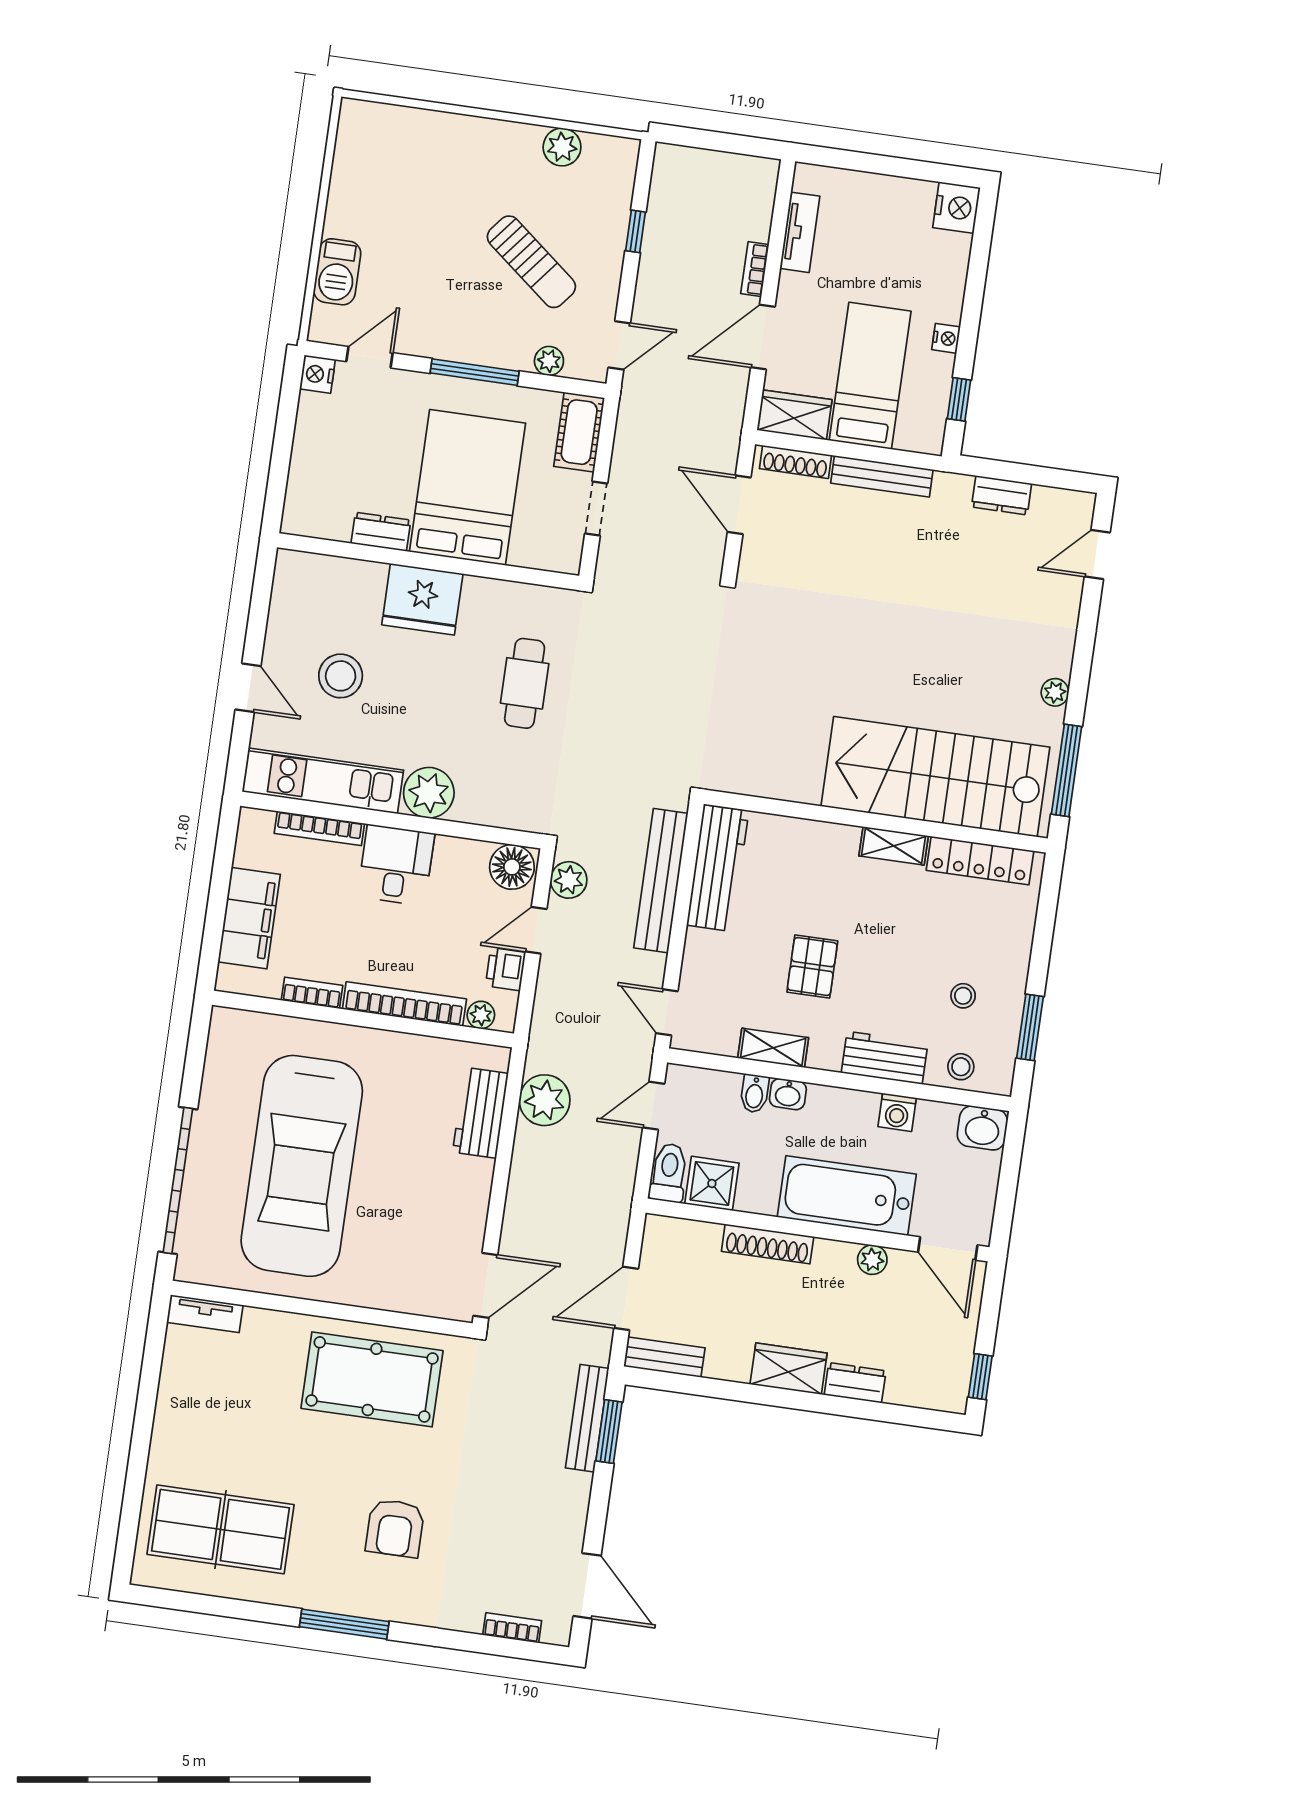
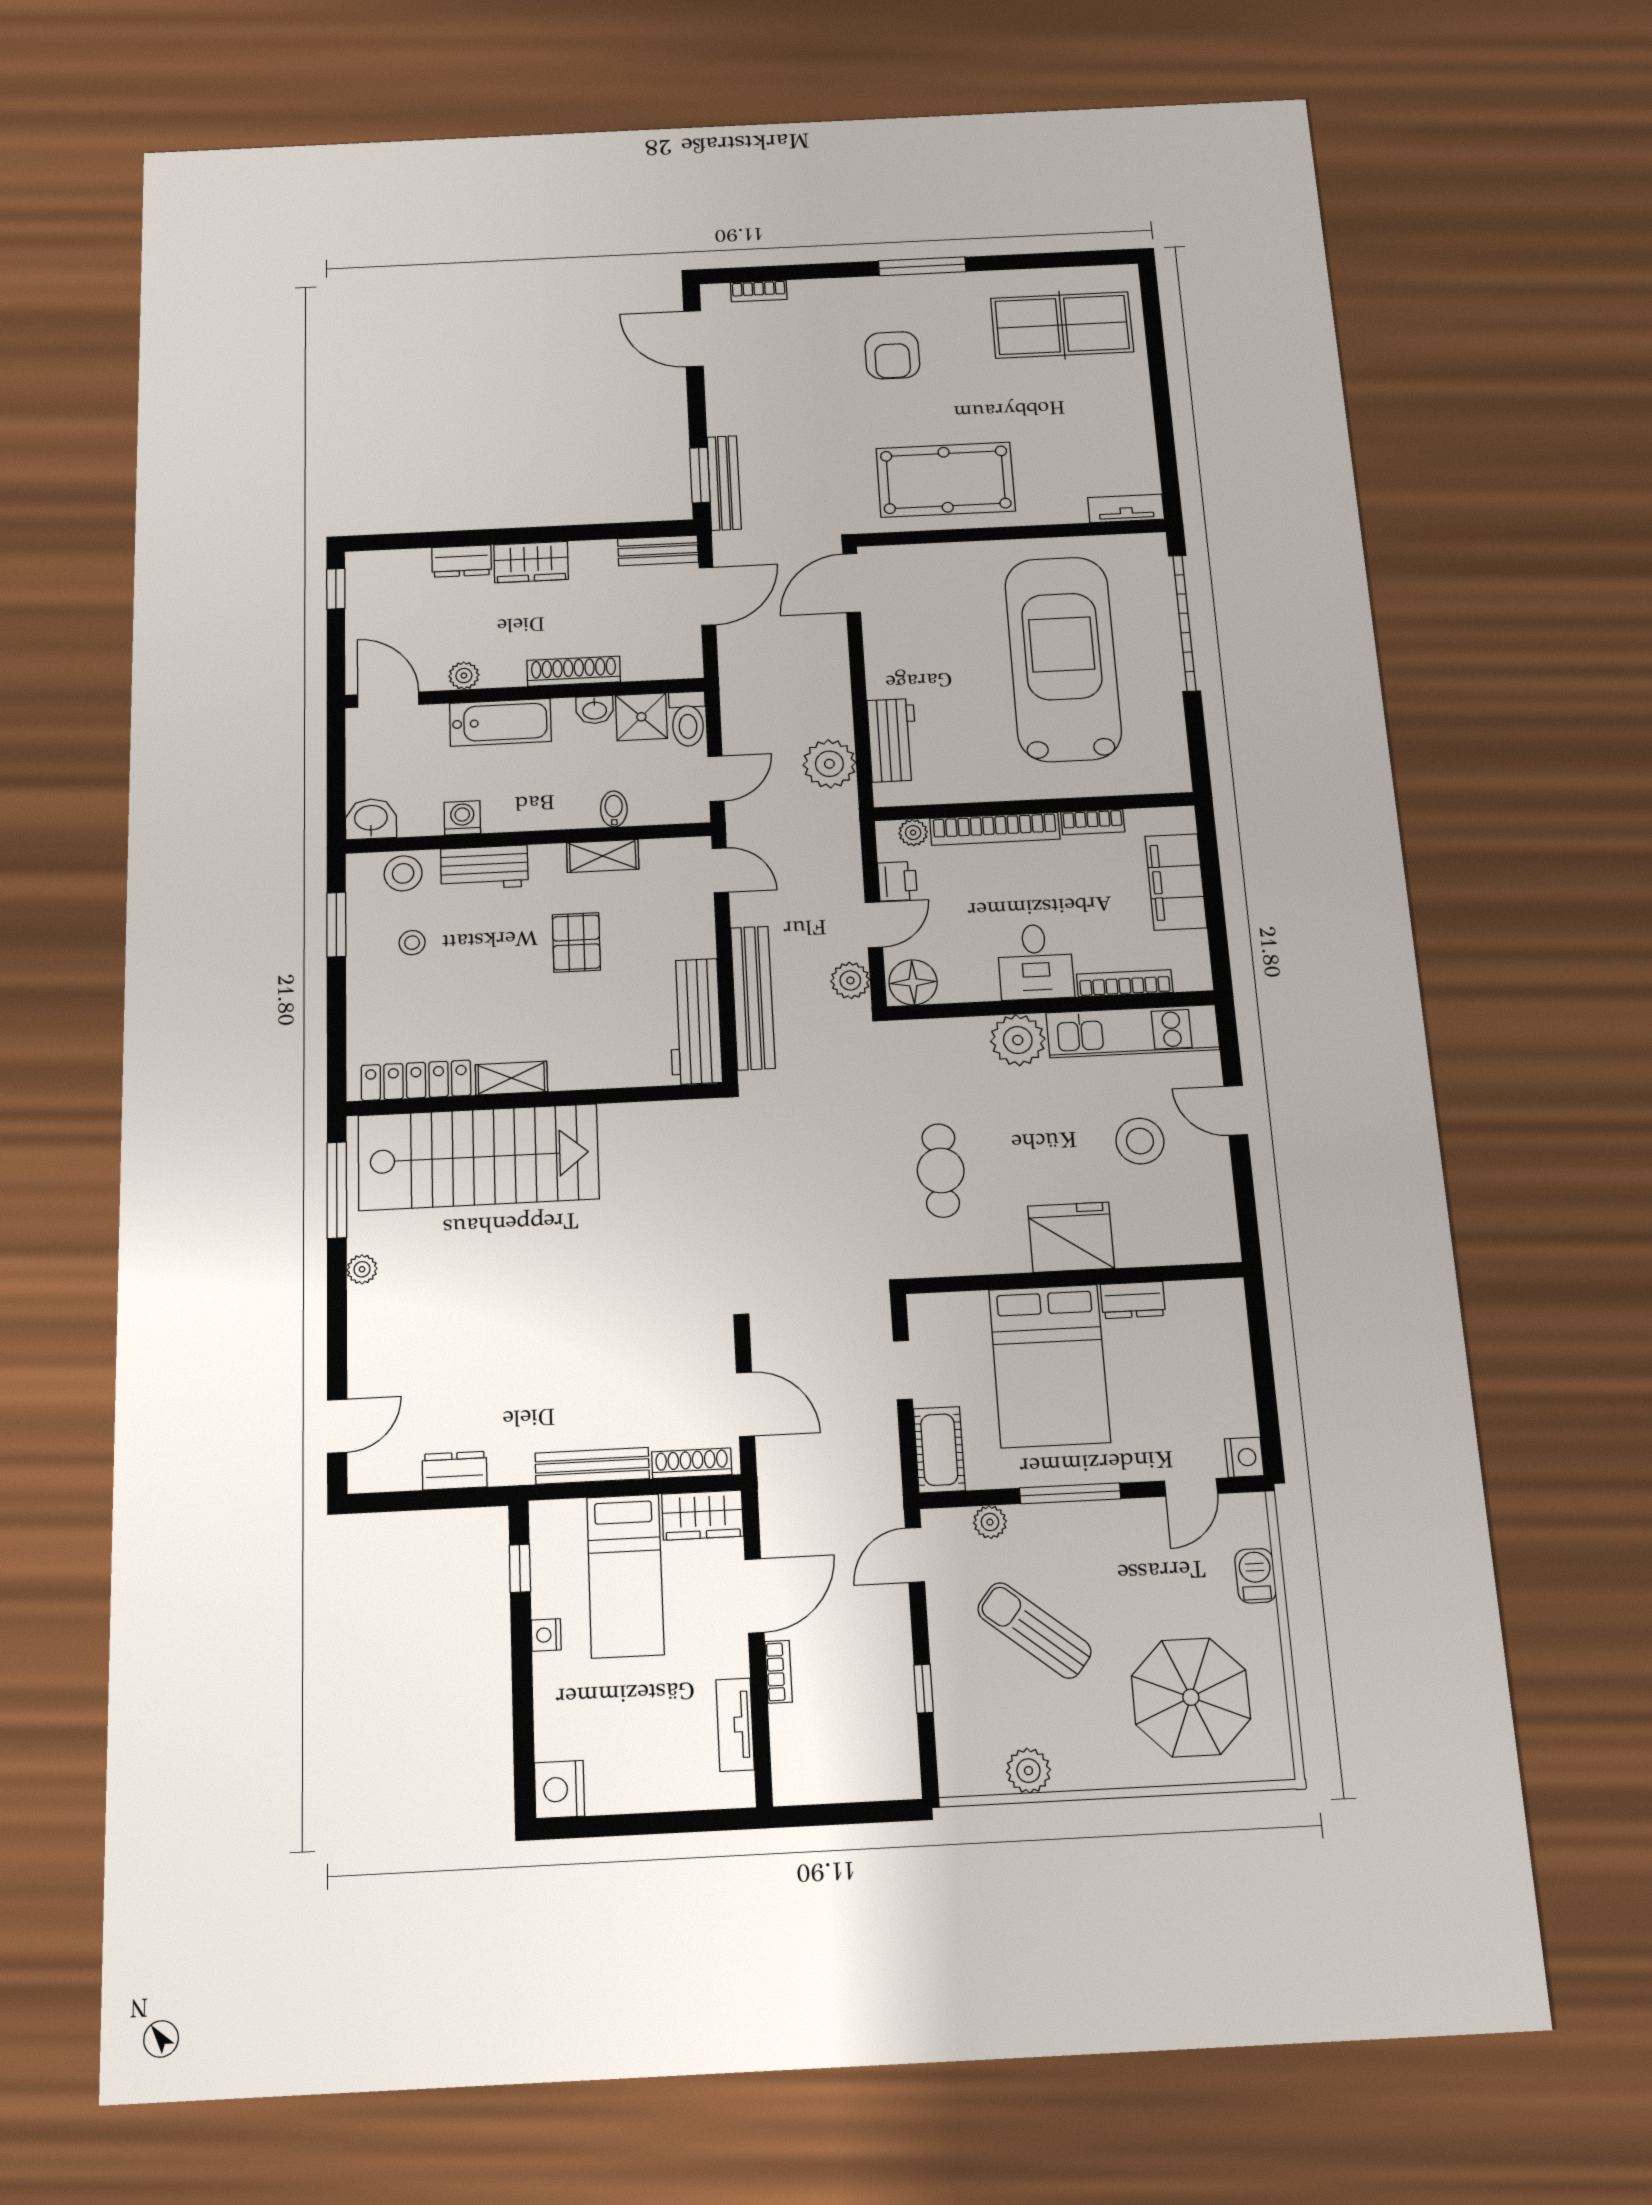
parasol: (412, 181) -> (1191, 1697), added
barbecue: (337, 272) -> (1255, 1576), width x0.73, depth x0.79
stool: (961, 1067) -> (403, 873), width x1.37, depth x1.37
washbasin: (788, 1094) -> (595, 710), moved, turned 180
bathtub: (847, 1196) -> (500, 722), width x0.73, depth x0.73
armchair: (395, 1528) -> (892, 355), turned 180

